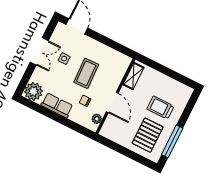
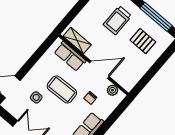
side table: (64, 59) -> (36, 97), moved
row of seats: (118, 73) -> (70, 56), added
pallet: (148, 135) -> (143, 41), width x0.67, depth x0.71

